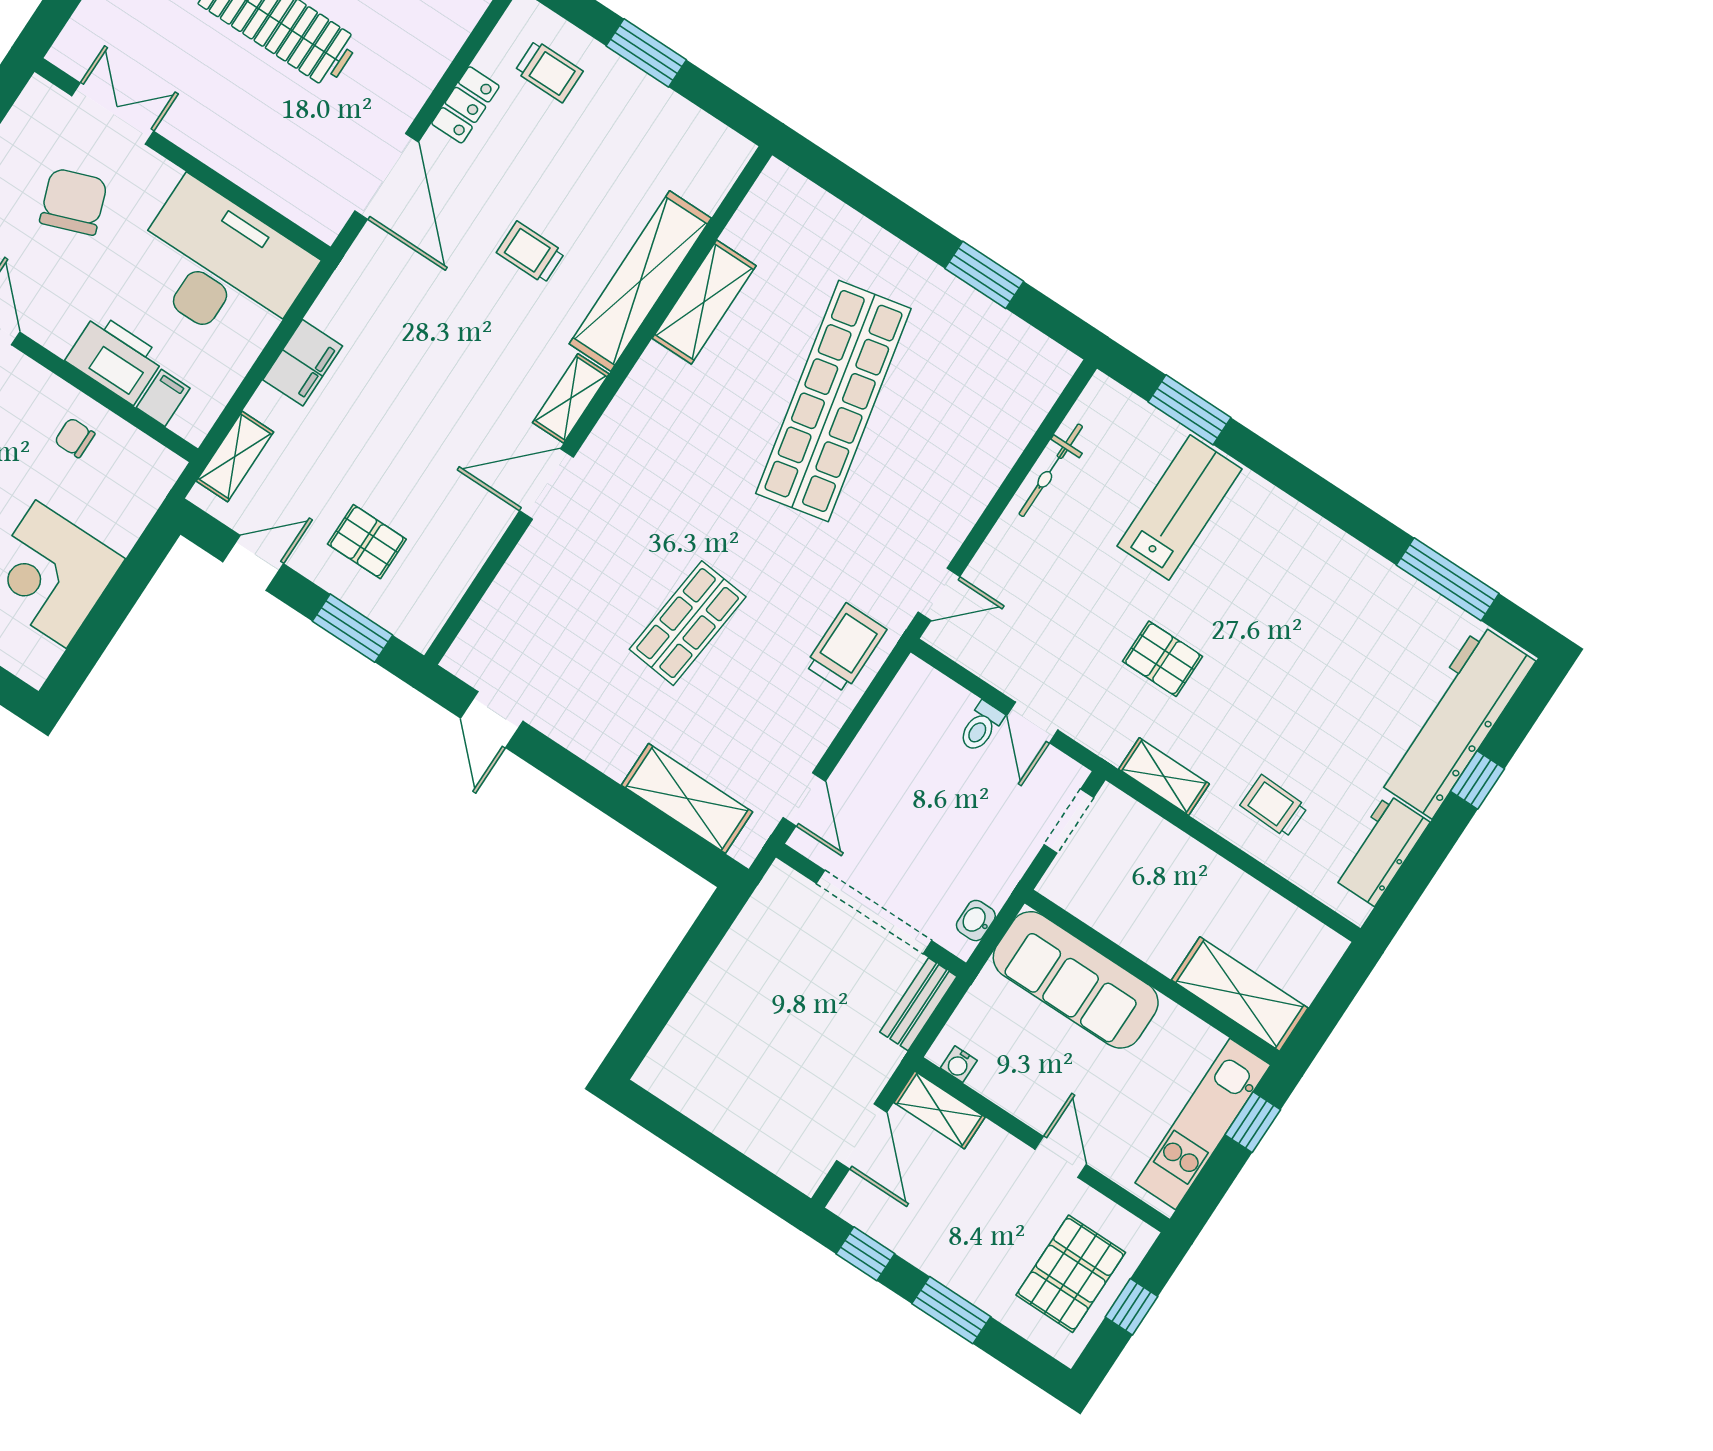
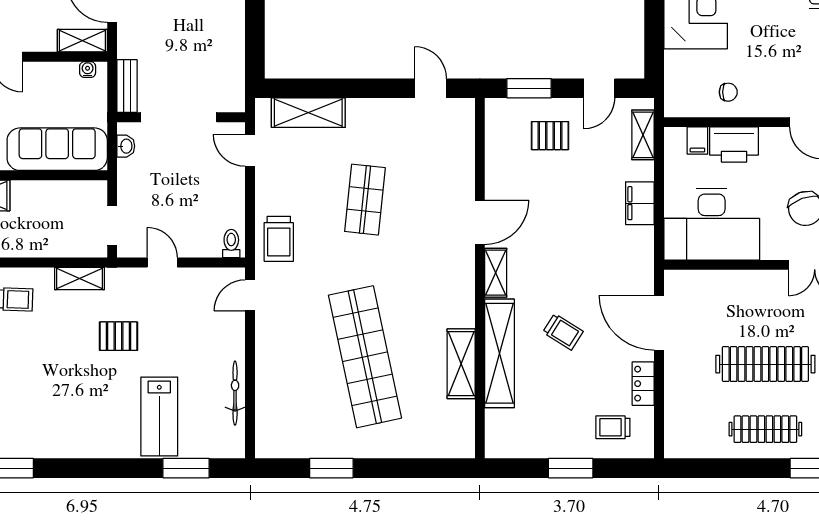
trolley: (531, 252) -> (563, 332), turned 32
toilet: (981, 727) -> (231, 244), moved

